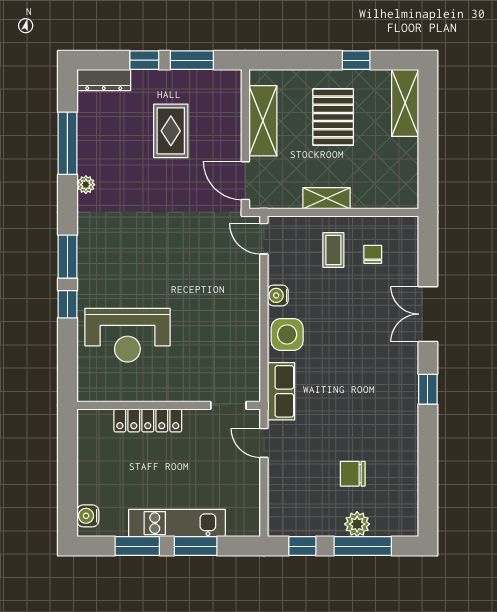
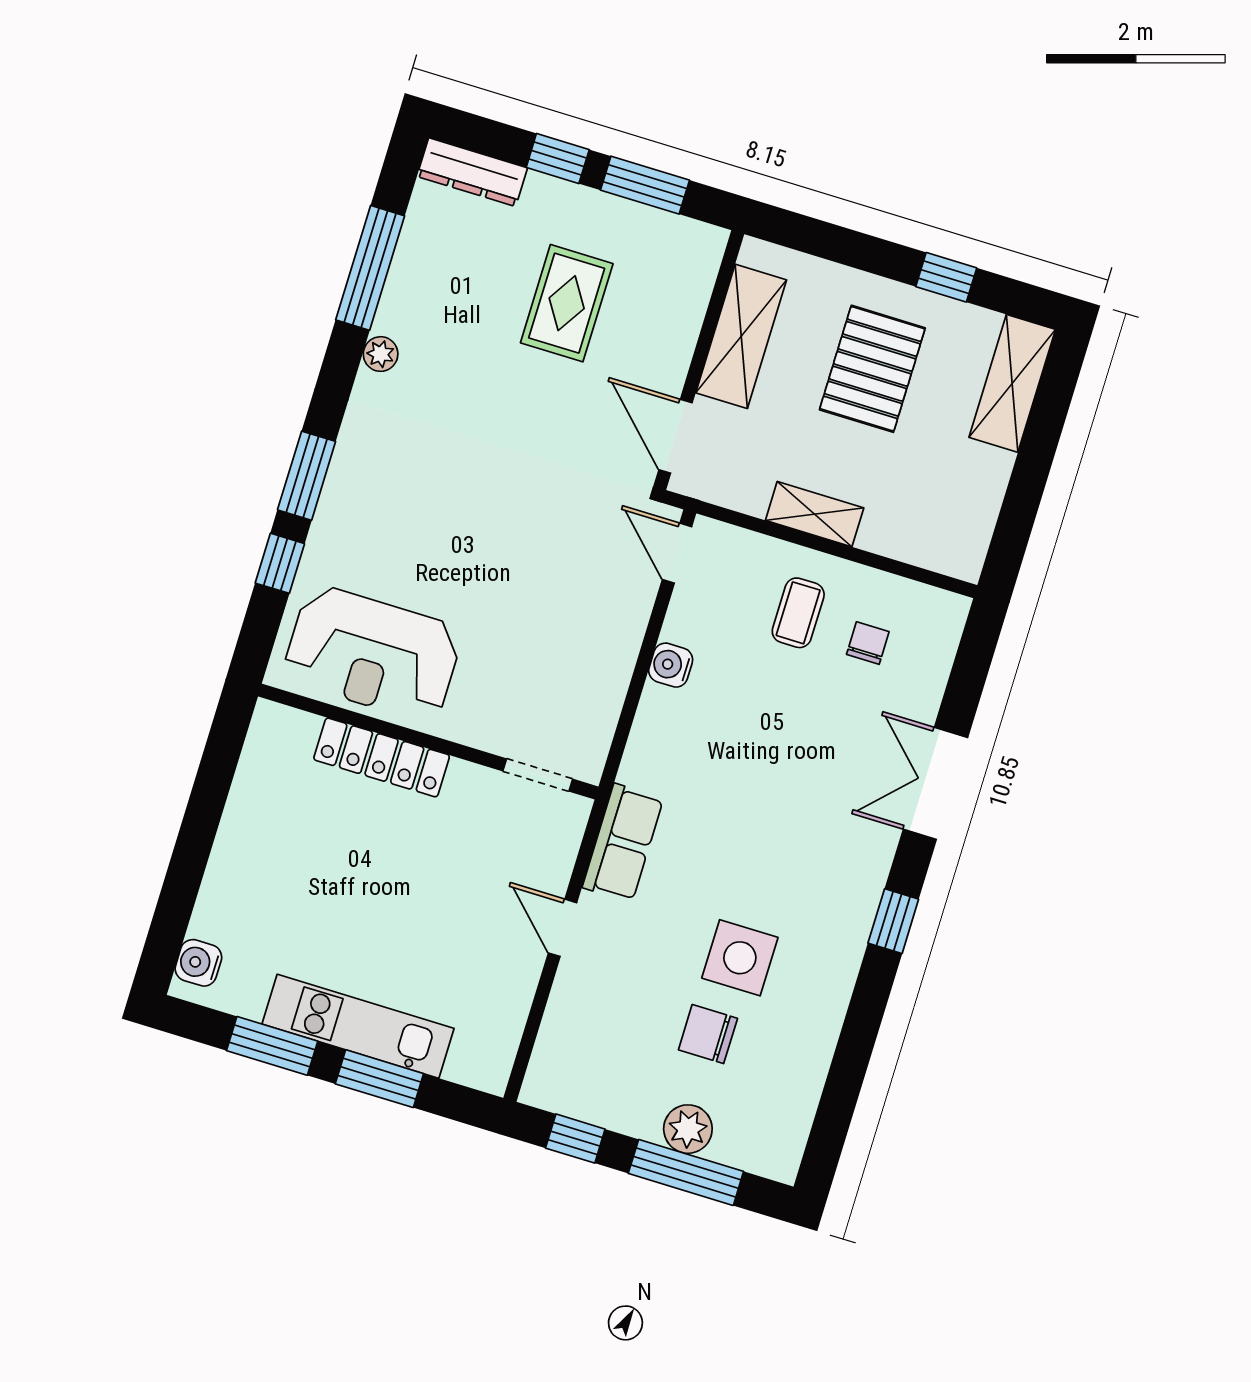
side table: (287, 334) -> (740, 958), moved
wall: (169, 405) -> (428, 742), moved
doorway: (228, 405) -> (538, 775), moved
locker: (148, 420) -> (382, 757), moved

